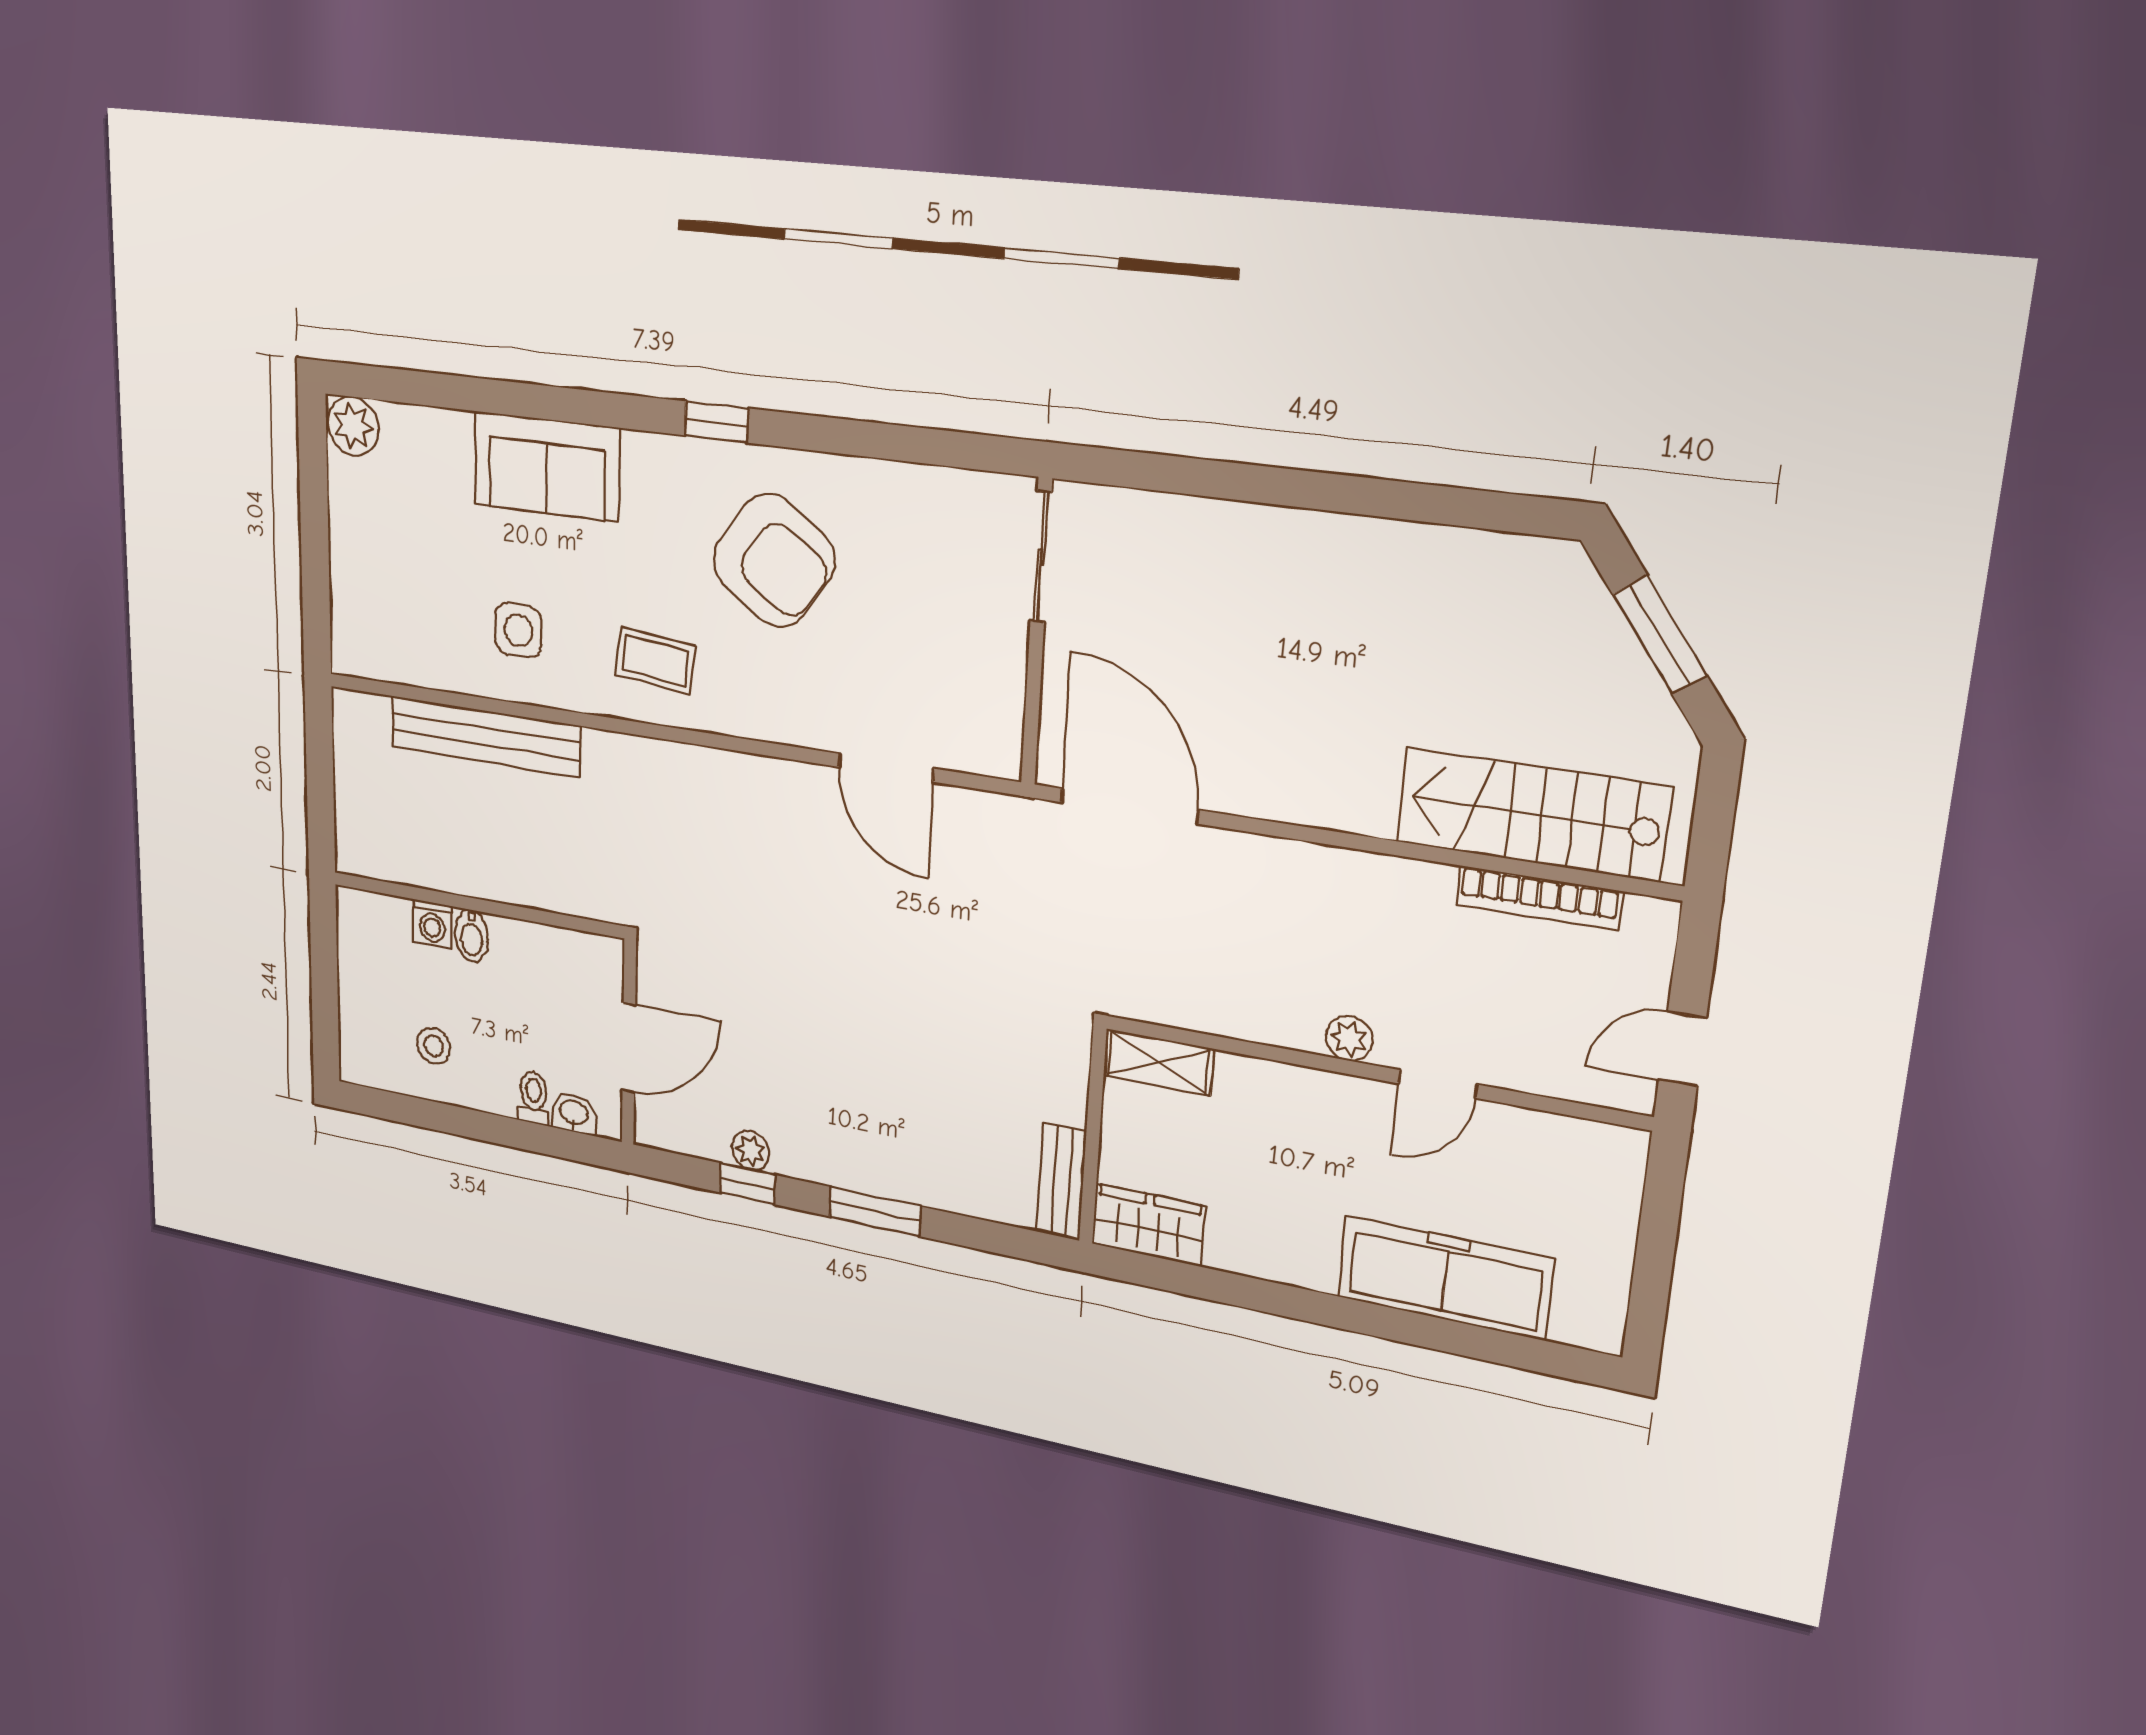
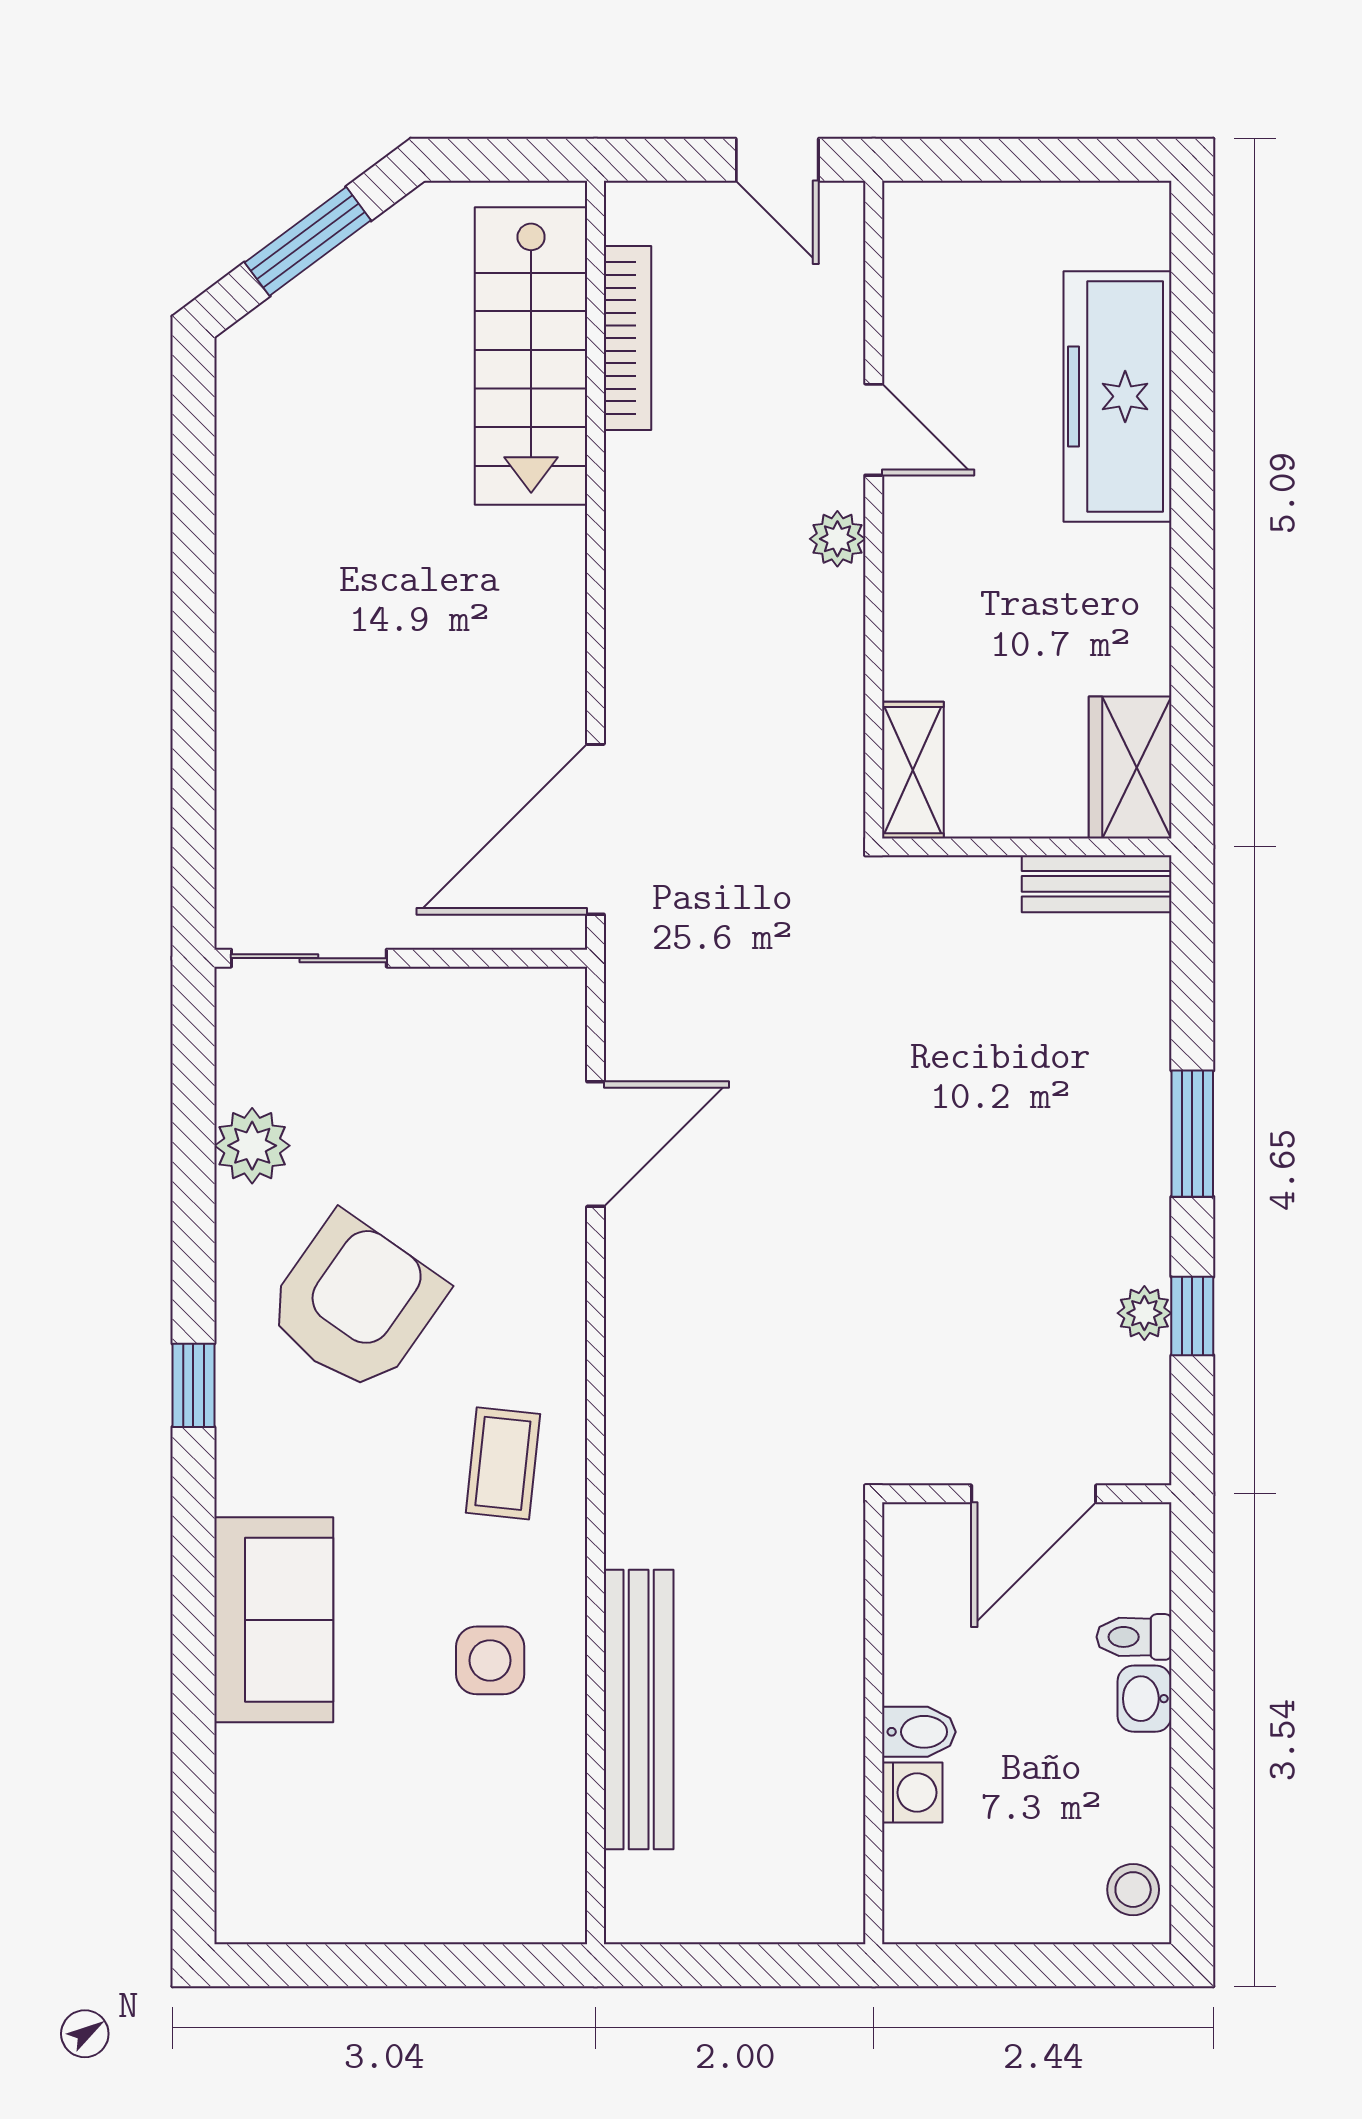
plant: (353, 426) -> (252, 1146), moved
stool: (434, 1046) -> (1133, 1890), moved
door: (629, 1047) -> (1034, 1494), swing flipped
washbasin: (574, 1113) -> (1145, 1699), moved

